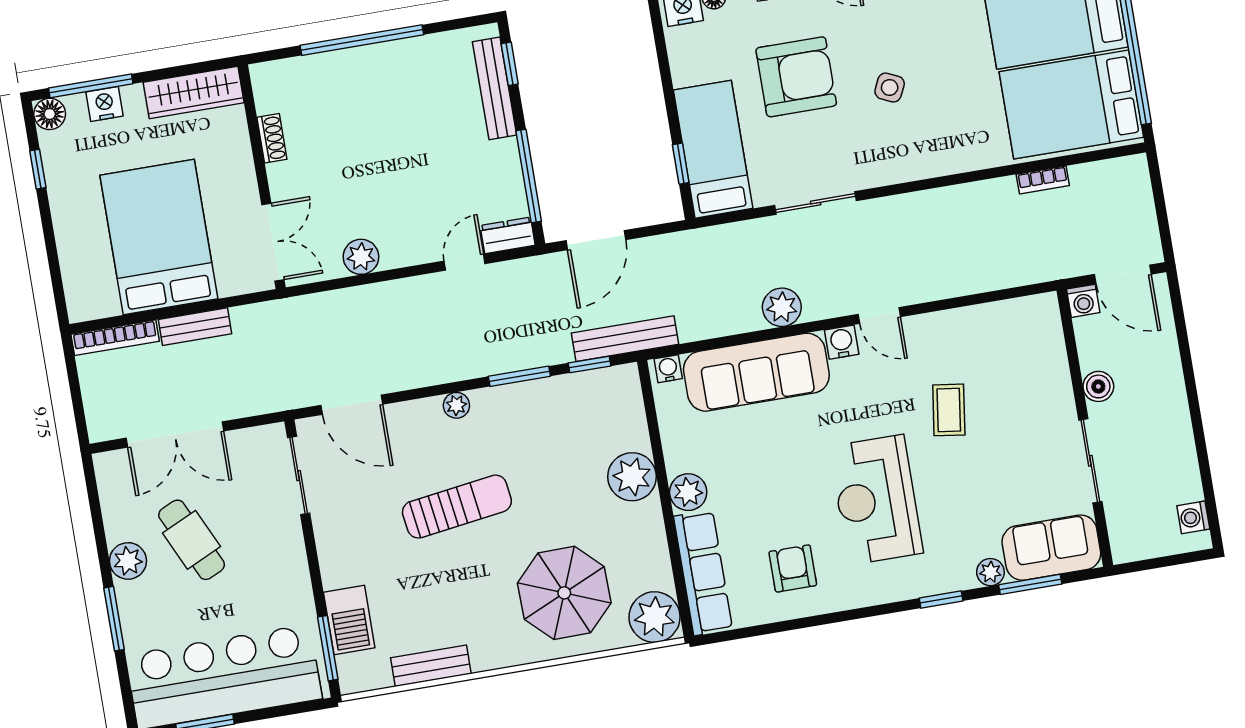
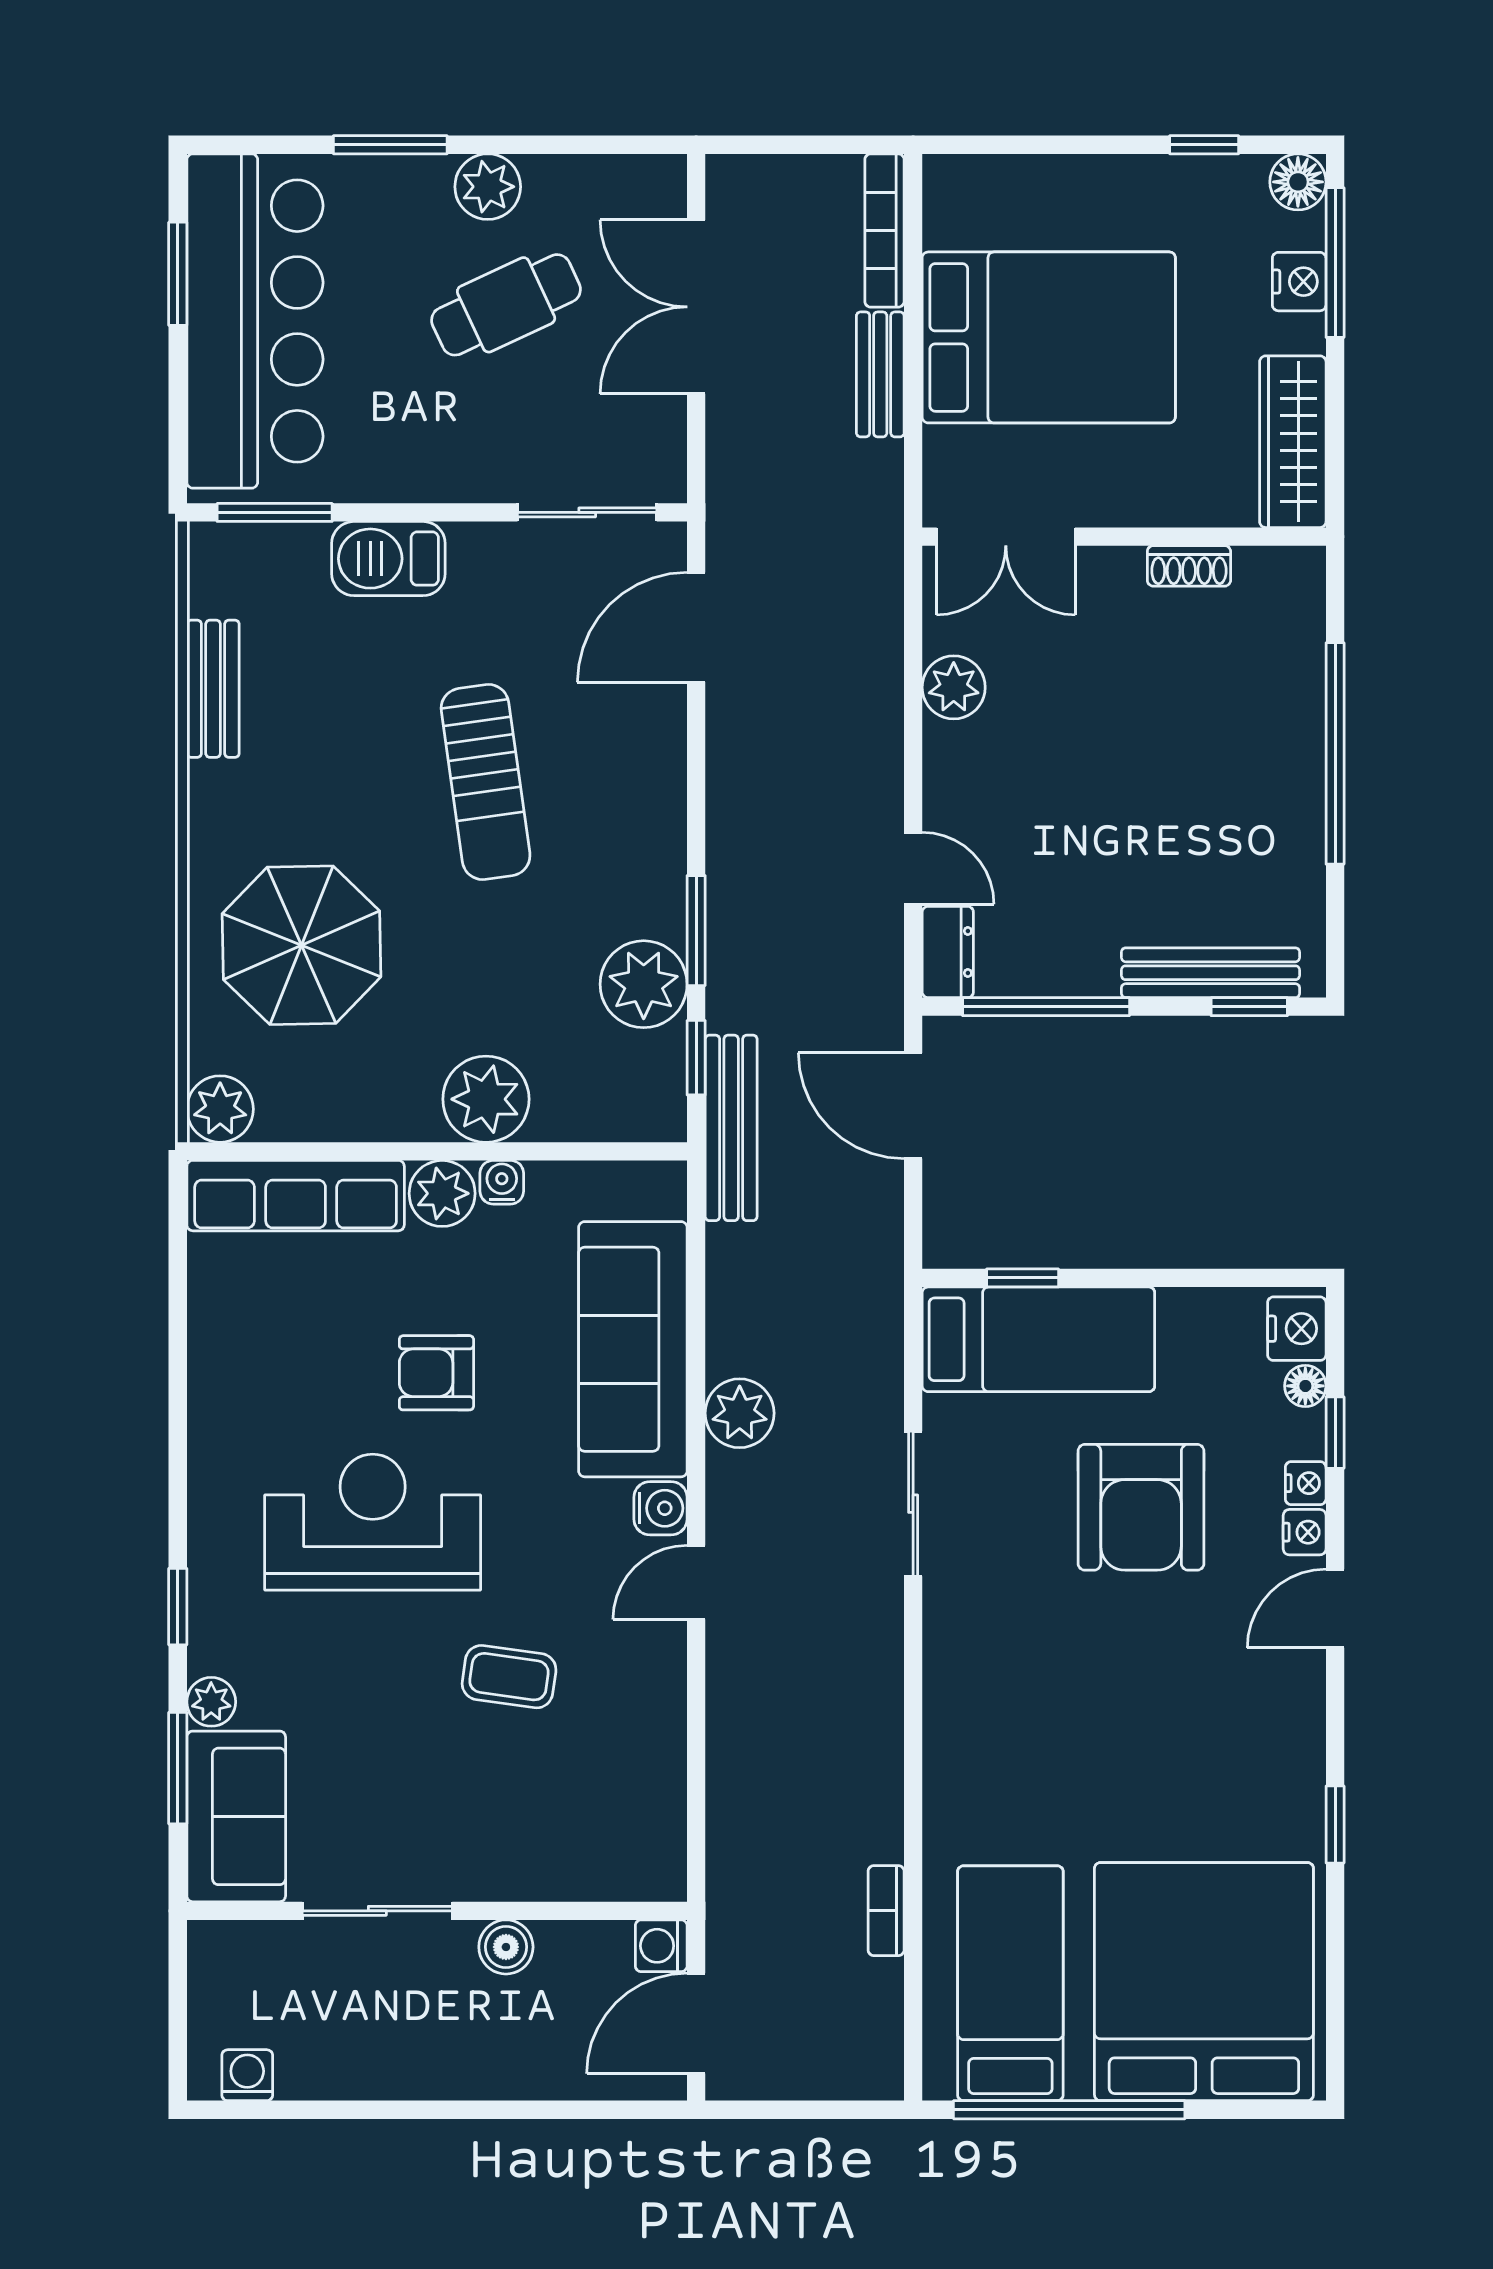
side table: (890, 88) -> (1094, 1668), removed
bed: (1071, 105) -> (1010, 1983), width x0.67
water cooler: (668, 369) -> (502, 1182), moved, turned -90
plant: (456, 405) -> (644, 984), moved, width x1.88, depth x1.88
armchair: (793, 568) -> (436, 1373), moved, turned 180
plant: (655, 617) -> (220, 1109), width x0.73, depth x0.73
barbecue: (349, 620) -> (388, 559), moved

